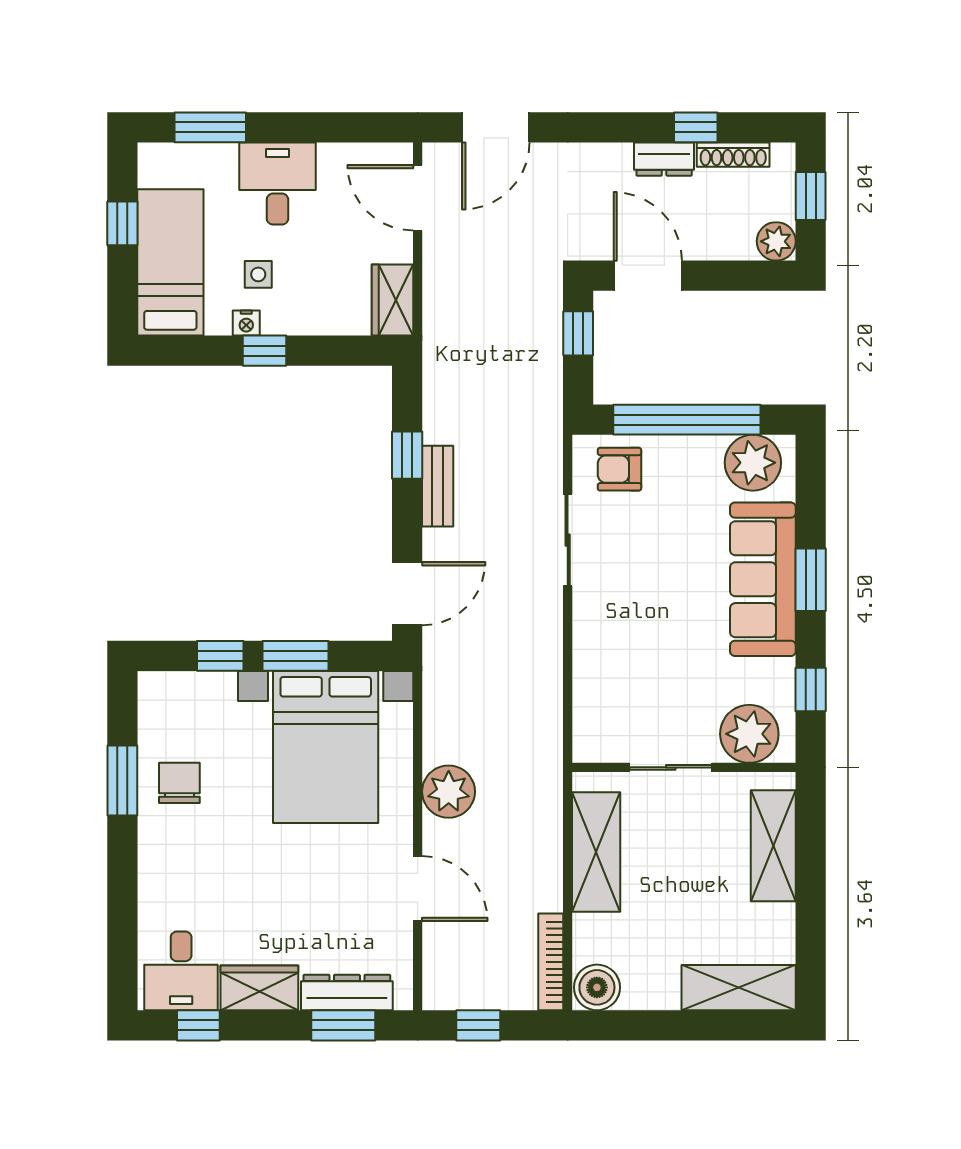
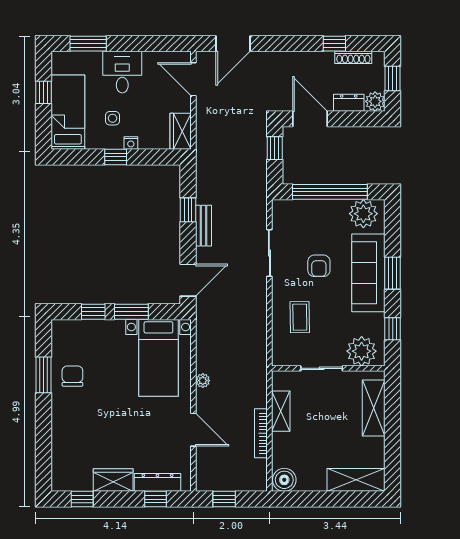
dresser: (664, 159) -> (349, 103), moved, turned 180
nightstand: (246, 323) -> (131, 143), moved
armchair: (619, 469) -> (319, 266), moved, turned -90
coffee table: (628, 667) -> (300, 317), added
bed with nightstands: (326, 747) -> (158, 358), width x0.73
plant: (449, 792) -> (203, 381), width x0.53, depth x0.53
shelving: (596, 852) -> (281, 411), width x0.67, depth x0.75
bookcase: (551, 962) -> (261, 433), moved
desk: (181, 971) -> (73, 471), removed
window: (343, 1025) -> (156, 499), width x0.67

